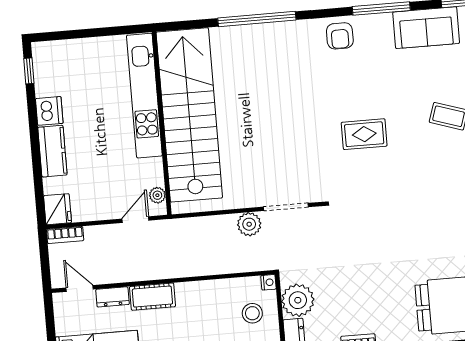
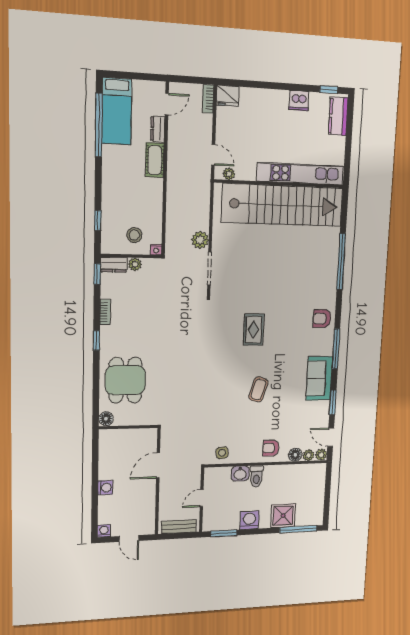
kitchen counter: (52, 151) -> (338, 116), moved, turned 90
plant: (298, 300) -> (135, 264), width x0.53, depth x0.53

